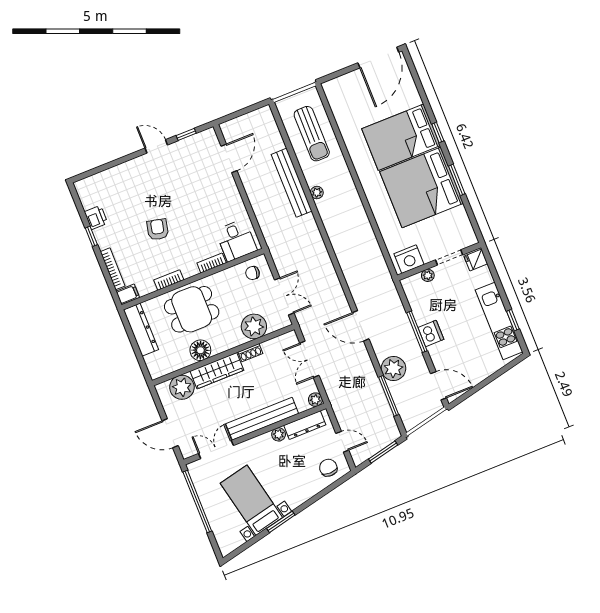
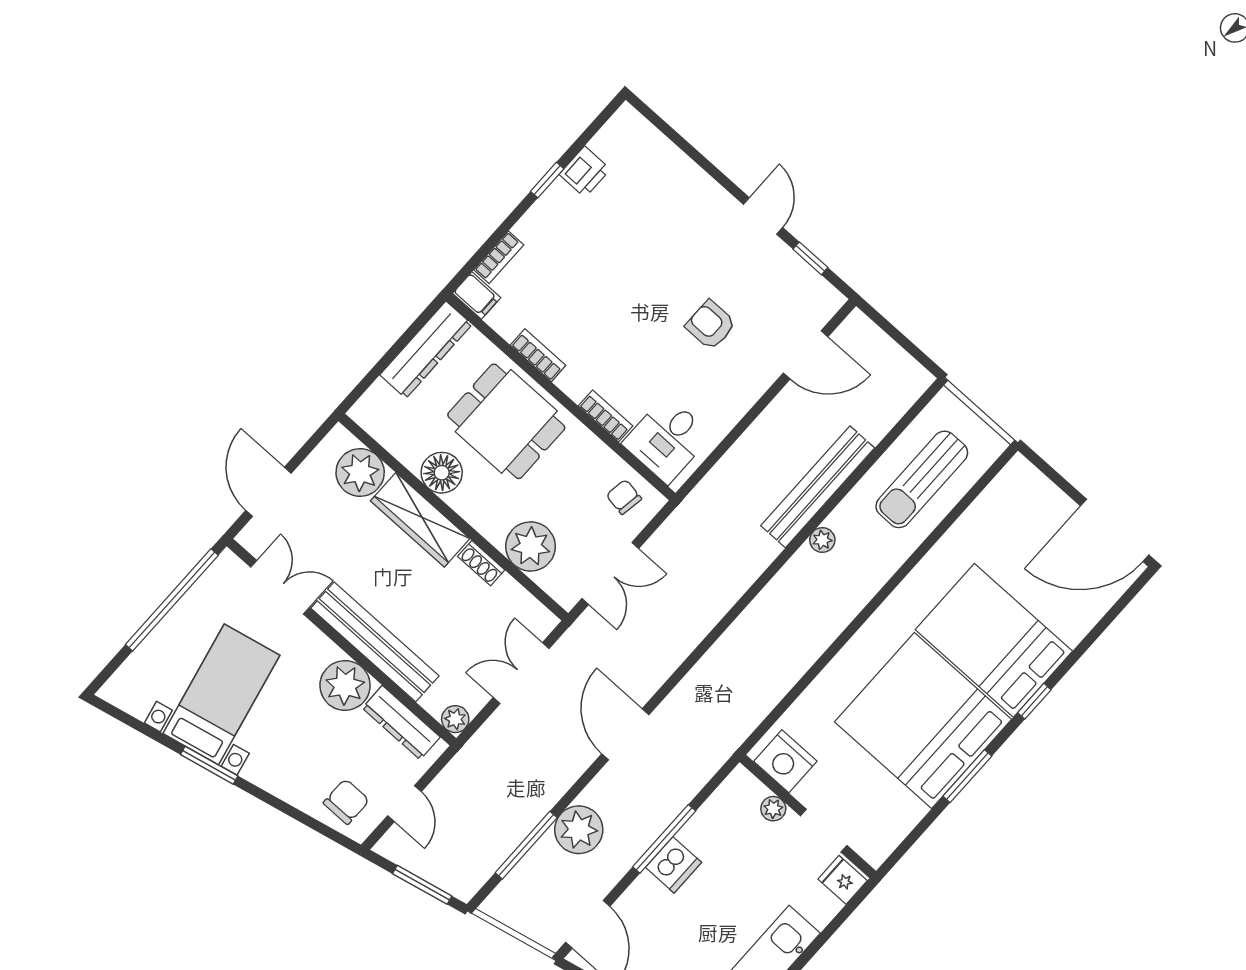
armchair: (158, 229) -> (711, 325), moved, turned -103
bookcase: (113, 269) -> (499, 257), width x0.64
plant: (279, 434) -> (345, 685), width x1.87, depth x1.87

